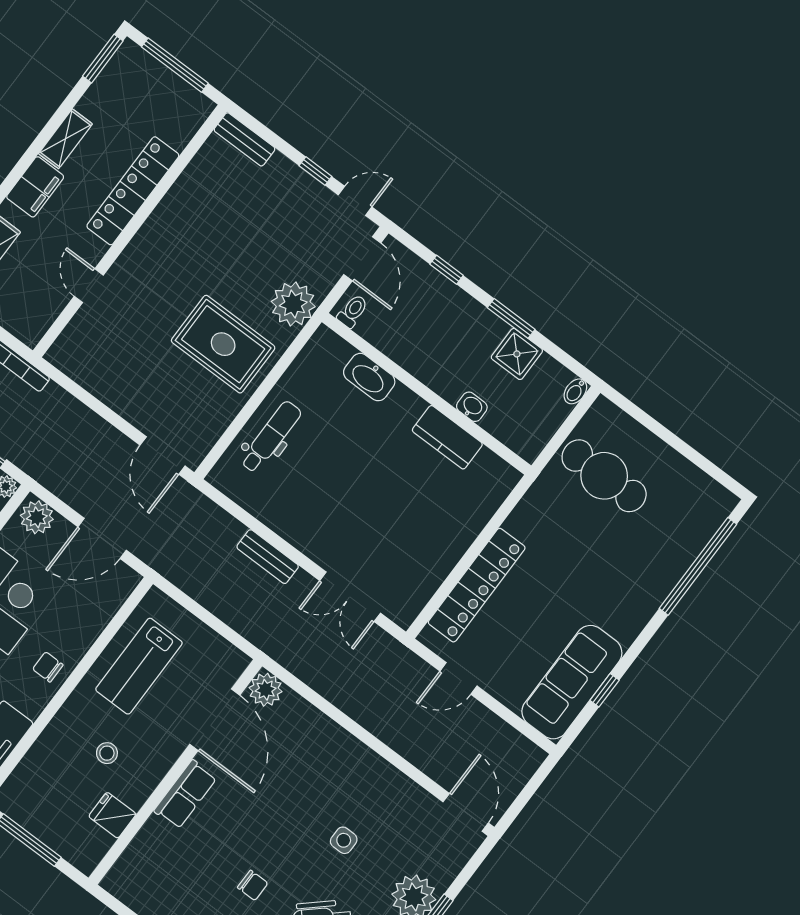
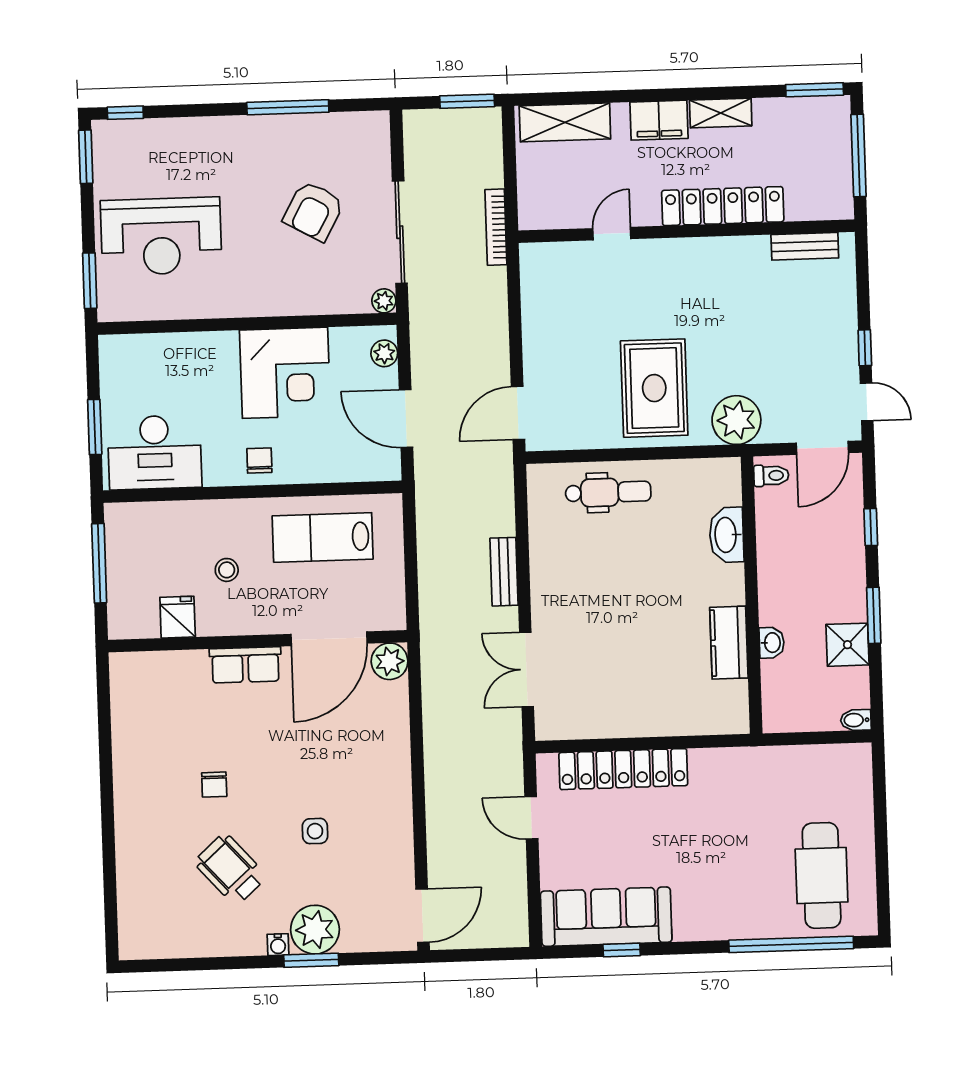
bench: (245, 139) -> (805, 246), moved, turned 90
cafe table: (604, 476) -> (822, 875), moved
plant: (37, 517) -> (384, 353), width x0.73, depth x0.73

